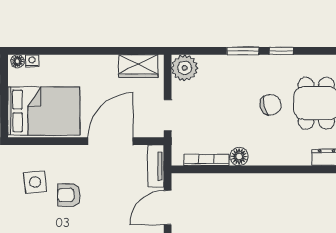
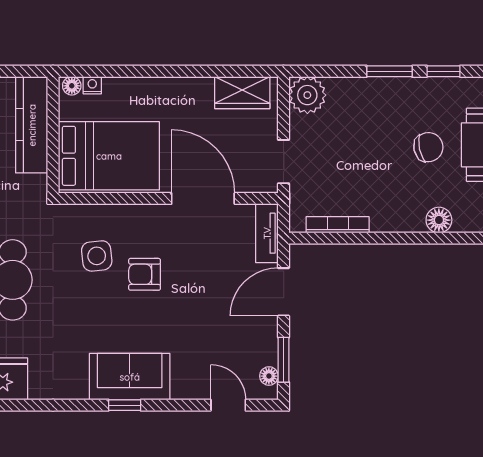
door: (111, 141) -> (203, 198), hinge flipped
floor lamp: (239, 157) -> (439, 220), moved

